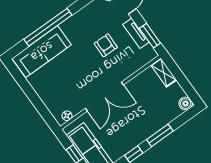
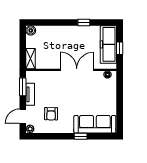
window: (48, 27) -> (81, 136), width x0.32
armchair: (106, 45) -> (51, 114), moved
window: (160, 135) -> (60, 22), removed

